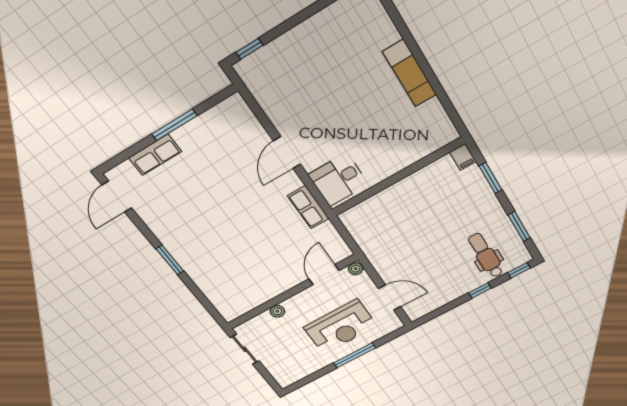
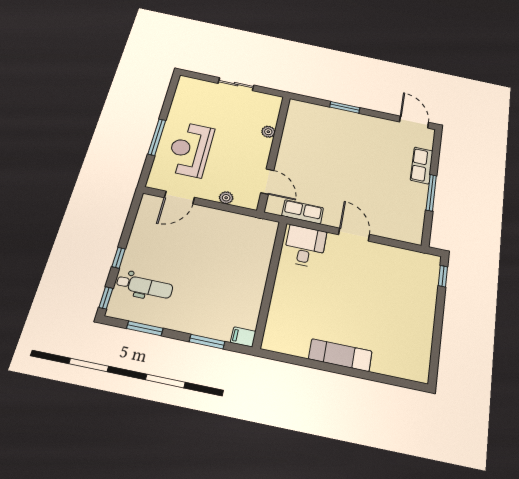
door: (324, 275) -> (267, 182), moved
wall: (292, 292) -> (274, 152), moved
plant: (277, 311) -> (268, 132), moved

